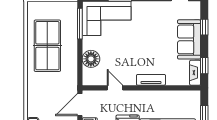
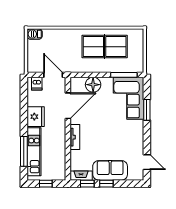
window: (204, 27) -> (106, 184), moved
door: (115, 88) -> (68, 106), width x1.87

